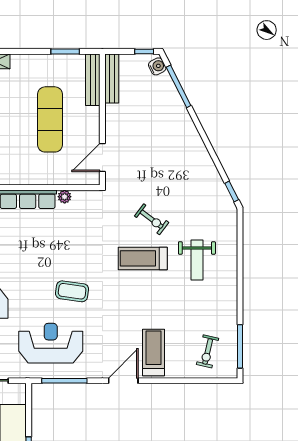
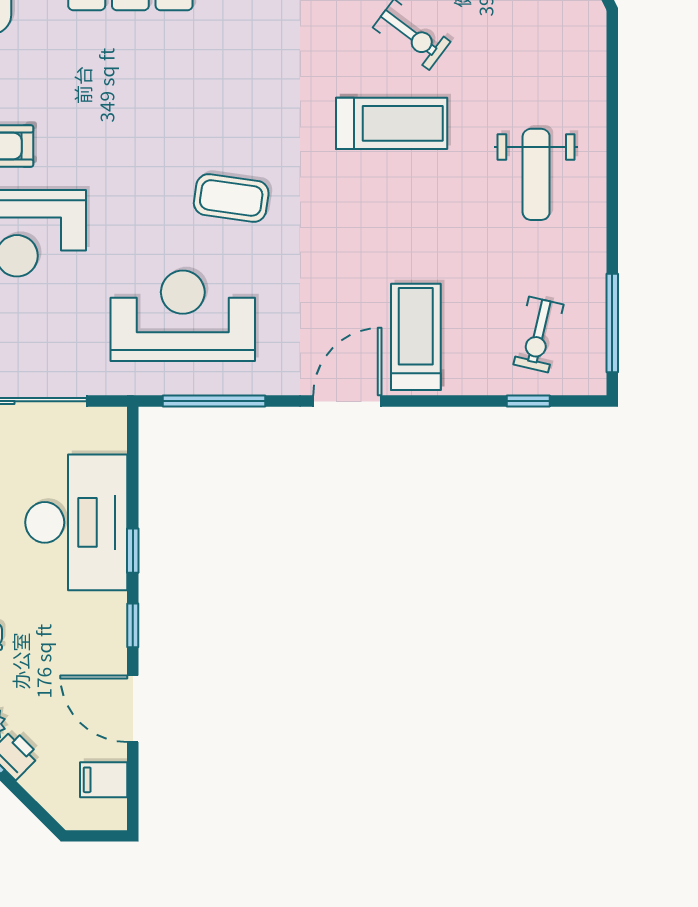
treadmill: (143, 258) -> (392, 123), turned 180
weight bench: (197, 260) -> (536, 174), moved
window: (203, 381) -> (528, 401), added

